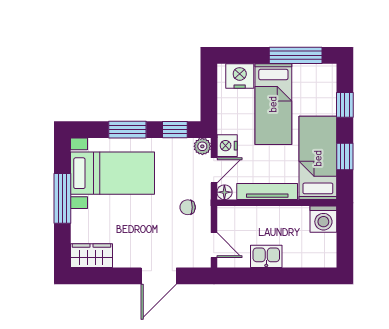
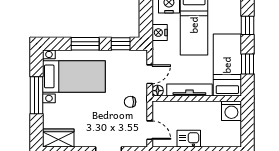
plant: (202, 146) -> (141, 56), removed
nightstand: (227, 146) -> (160, 33), moved

